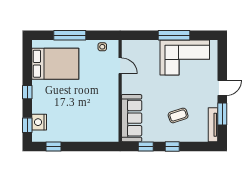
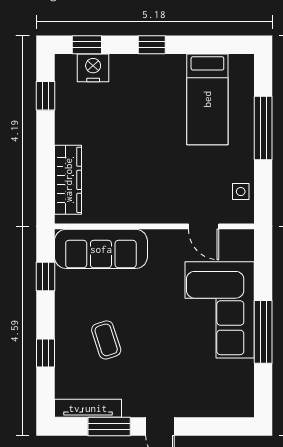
corner sofa: (185, 58) -> (220, 310), moved
bed: (55, 64) -> (207, 99), width x0.67
door: (120, 66) -> (204, 226), hinge flipped
wardrobe: (96, 135) -> (68, 180), added
window: (172, 146) -> (45, 353), moved

